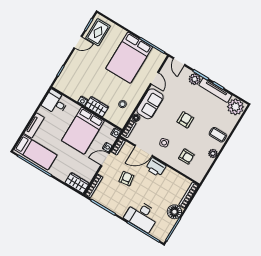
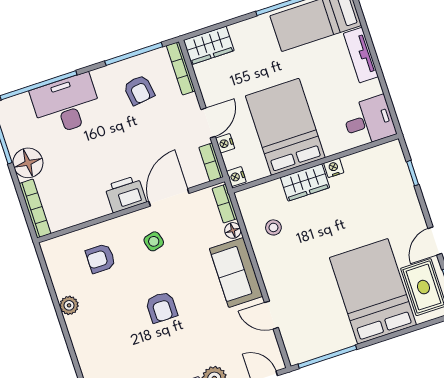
bed: (129, 58) -> (373, 291), moved
coffee table: (218, 135) -> (93, 339), removed
armchair: (126, 179) -> (139, 90), moved

